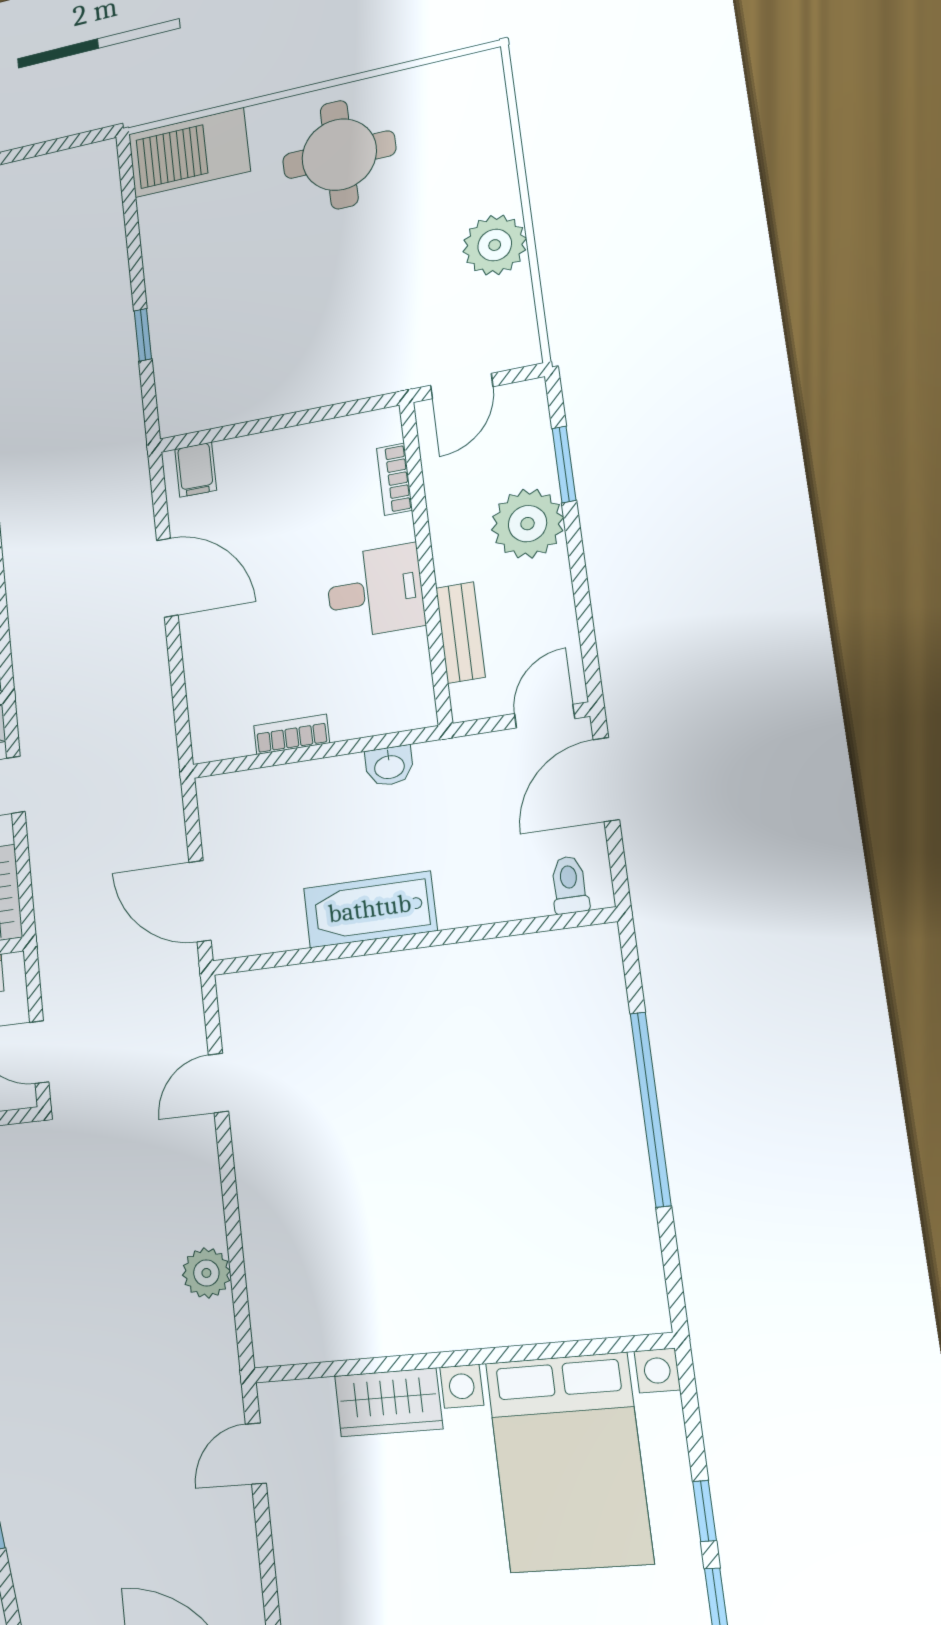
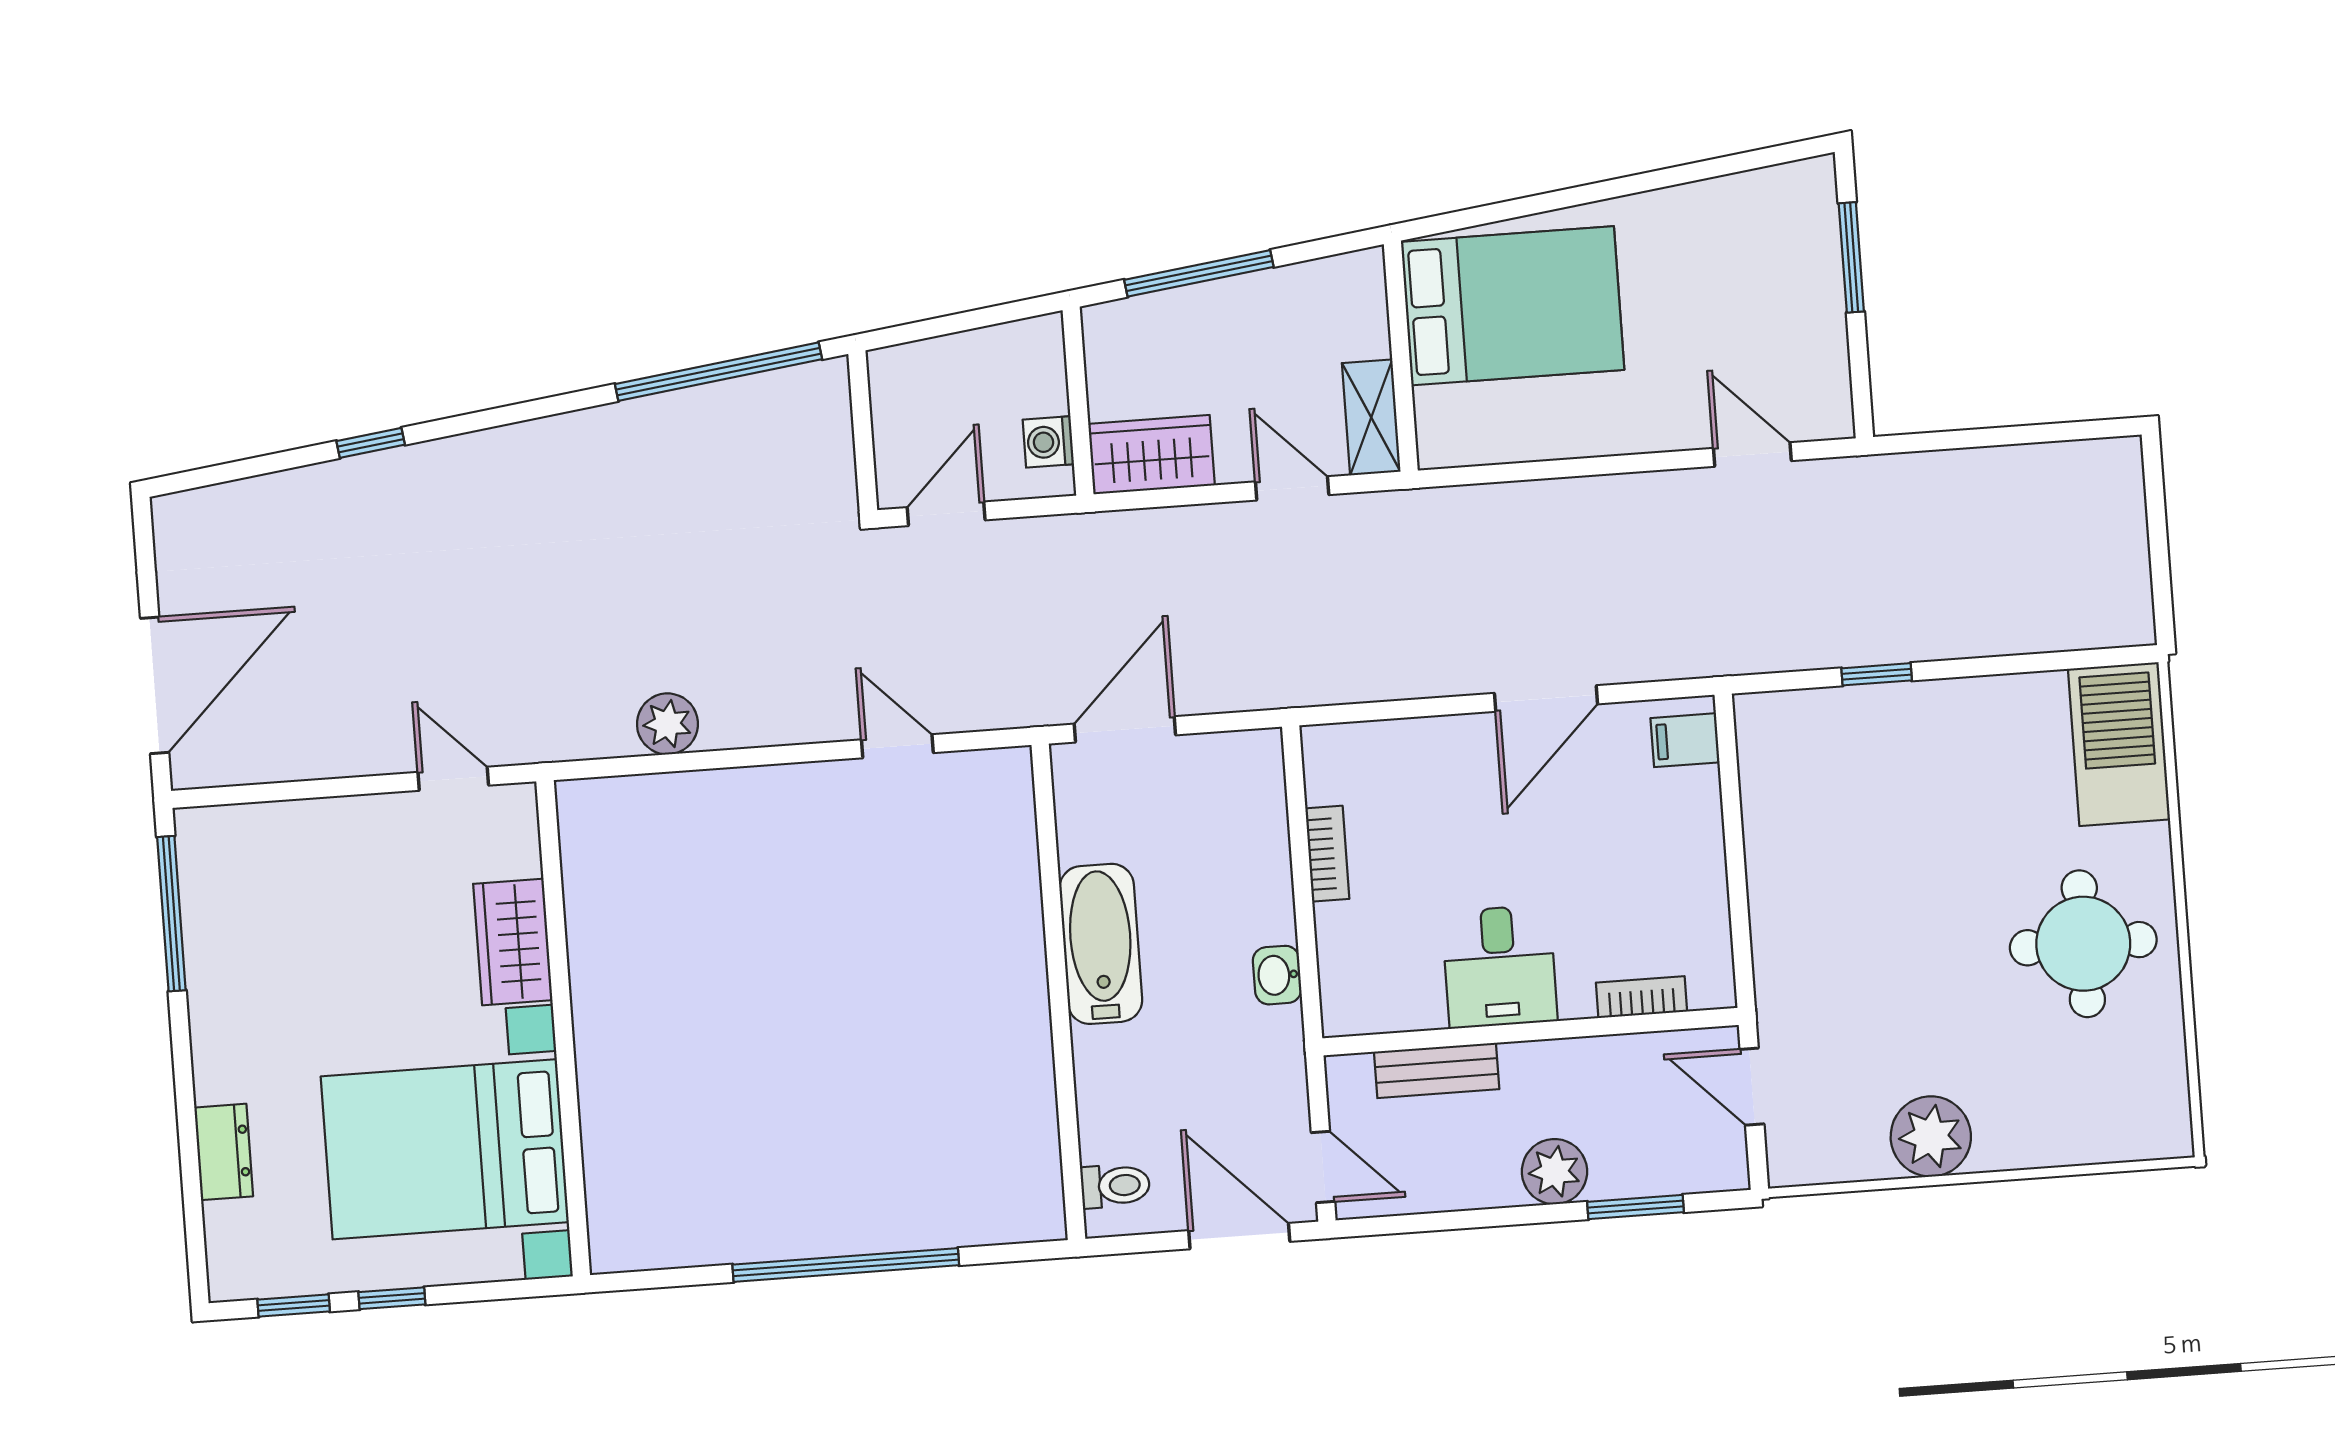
plant: (528, 524) -> (1554, 1172), width x0.73, depth x0.73

